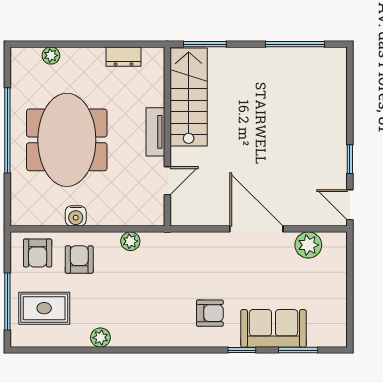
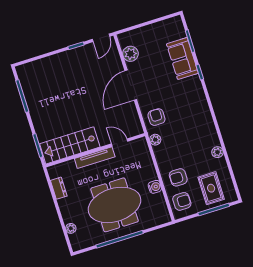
tv unit: (155, 132) -> (95, 158), width x1.41
plant: (130, 241) -> (155, 140), moved
armchair: (210, 313) -> (156, 117), moved

